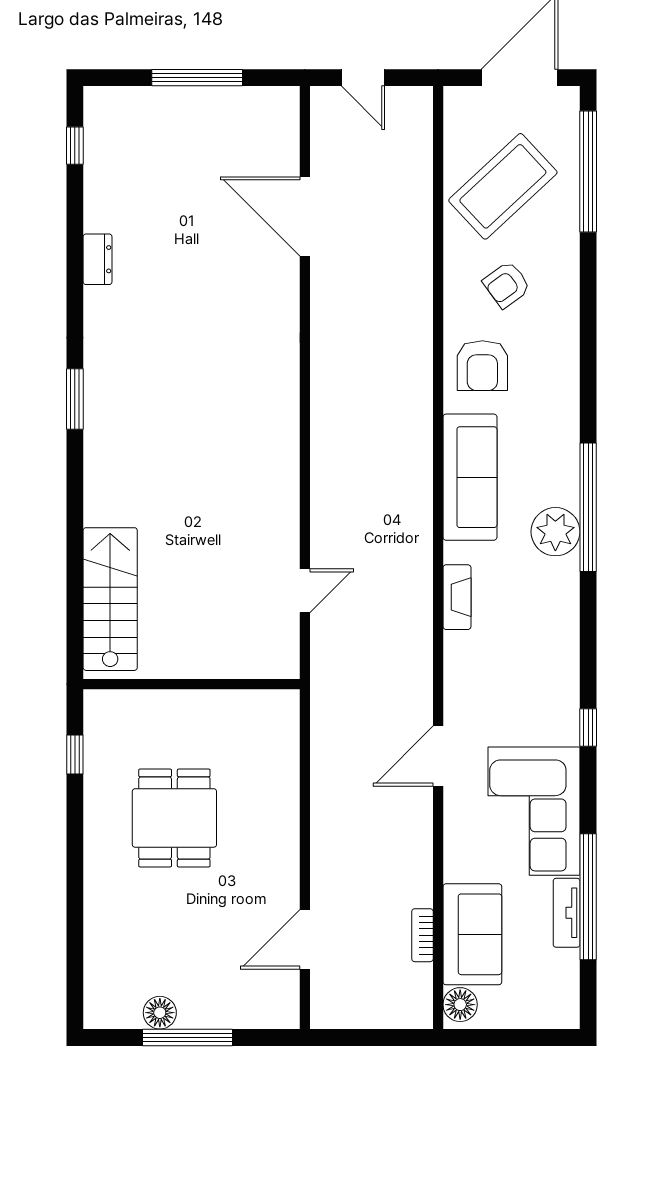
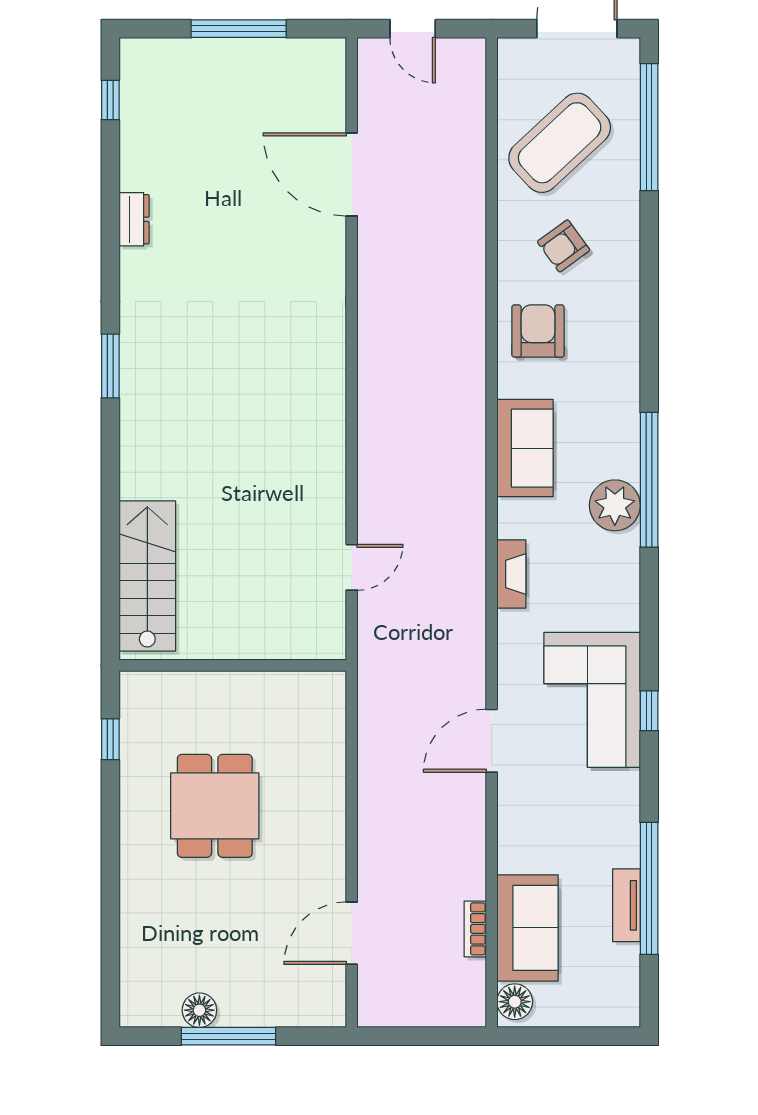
armchair: (482, 366) -> (538, 331), turned 180
sofa: (470, 477) -> (525, 448), width x0.73
corner sofa: (534, 811) -> (592, 700), moved

